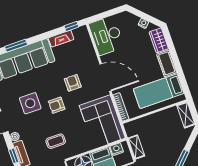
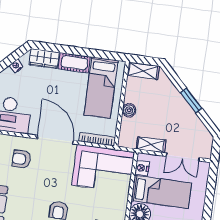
door: (106, 78) -> (55, 140), hinge flipped
armchair: (73, 83) -> (21, 159), moved
boiler: (153, 119) -> (129, 110), added

